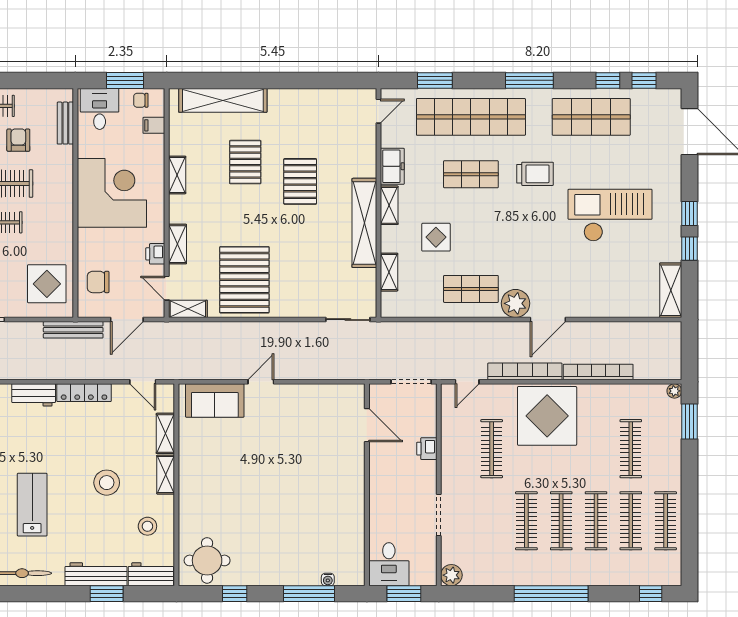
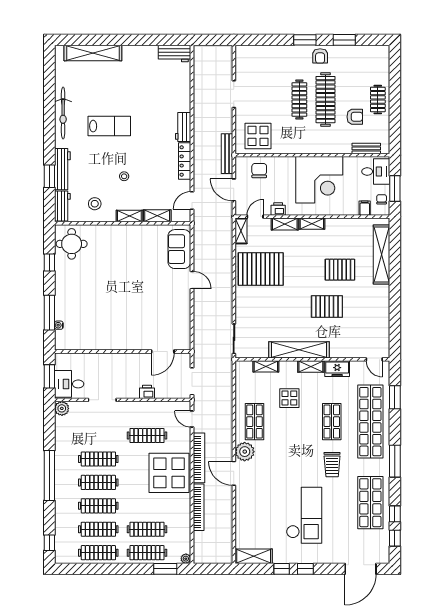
shelving: (177, 175) -> (312, 224), moved
clothes rail: (666, 449) -> (147, 553), added
stool: (107, 483) -> (124, 176), width x0.53, depth x0.53
desk: (389, 564) -> (69, 384), moved

